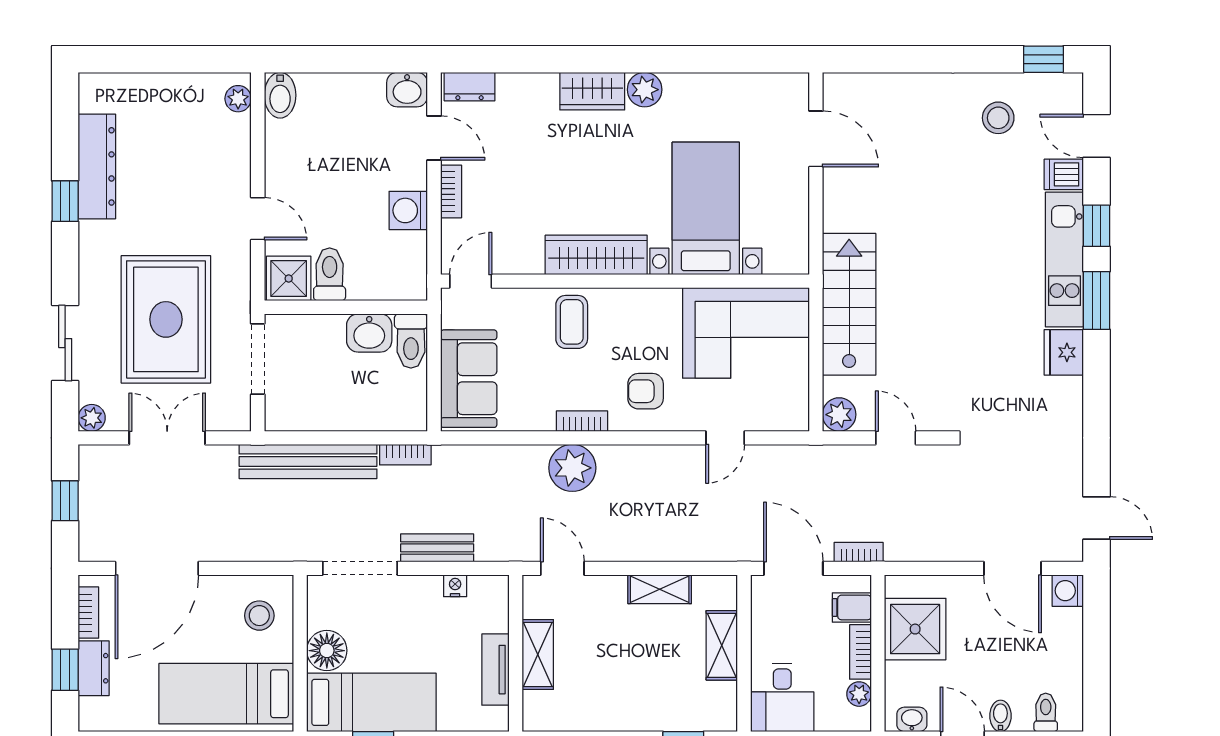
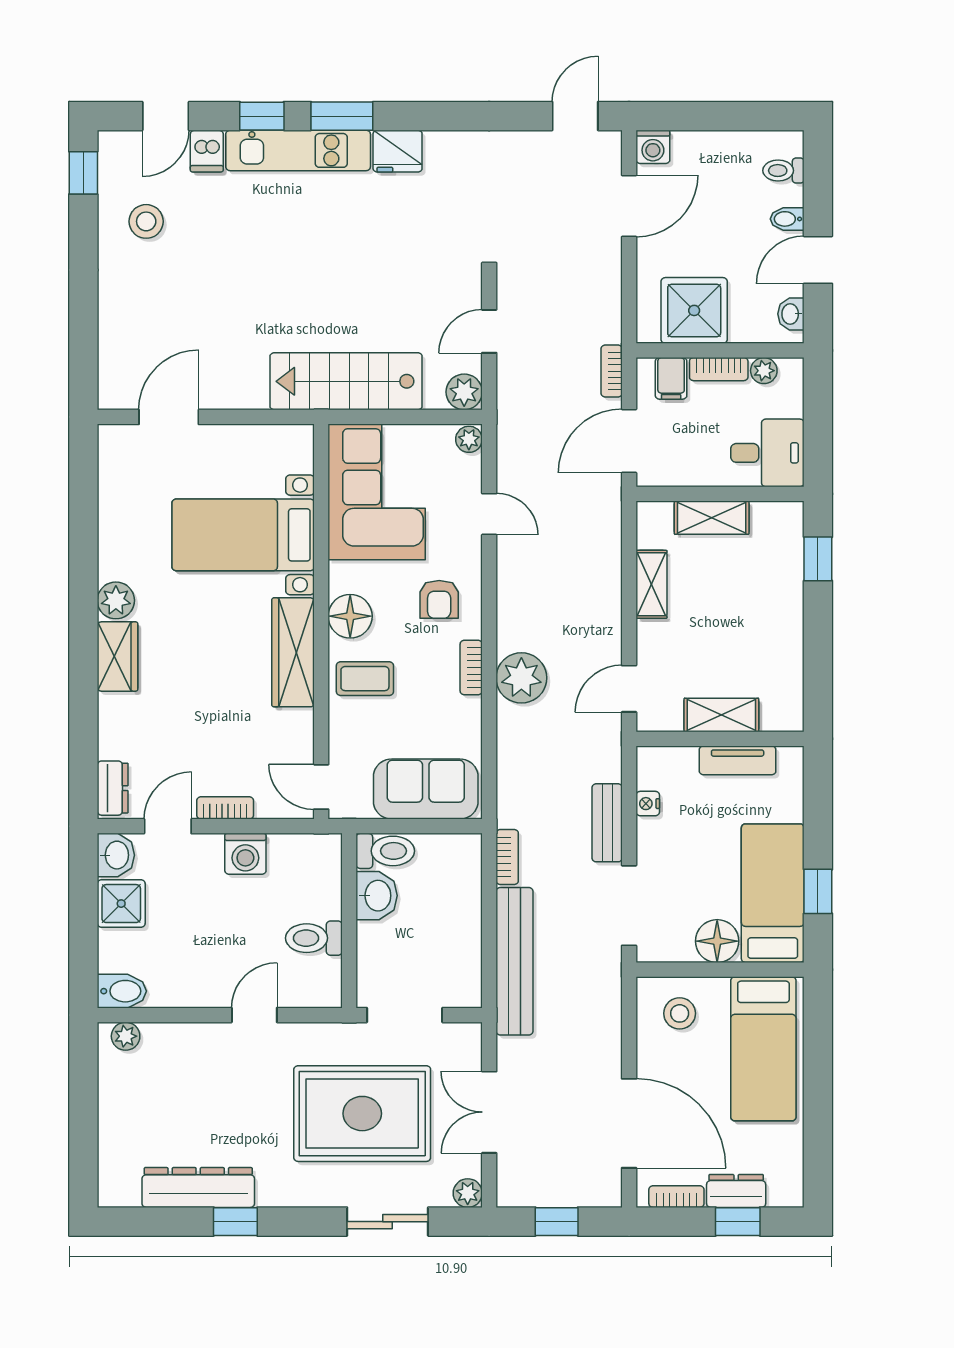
shower: (289, 278) -> (121, 904), moved
floor lamp: (630, 308) -> (350, 616), added
plant: (795, 419) -> (469, 439), added

